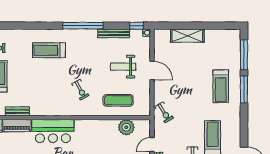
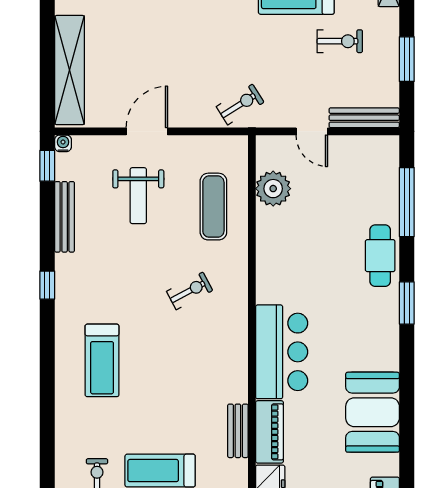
window: (83, 26) -> (47, 285), width x0.32
shelving: (187, 36) -> (70, 70), width x1.47

